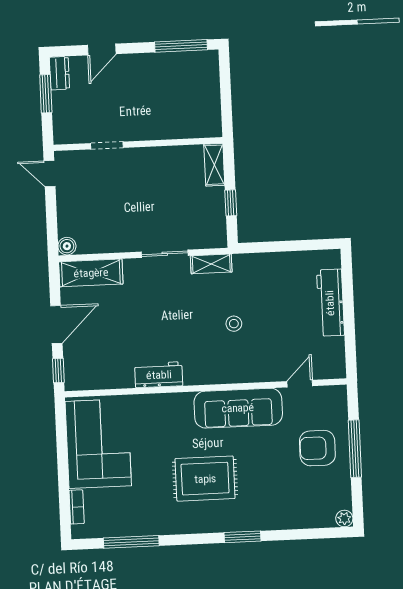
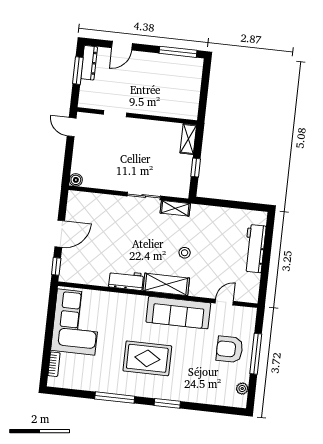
dresser: (59, 73) -> (89, 63), width x1.44
shelving: (91, 273) -> (166, 284), moved
plant: (344, 519) -> (242, 389), moved
window: (131, 542) -> (115, 398), moved

